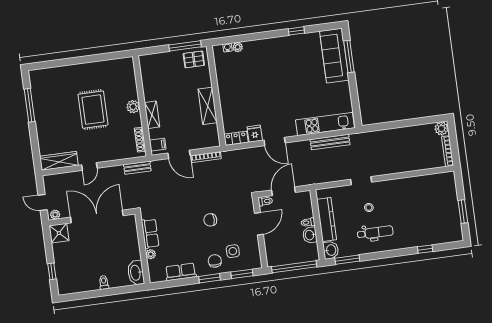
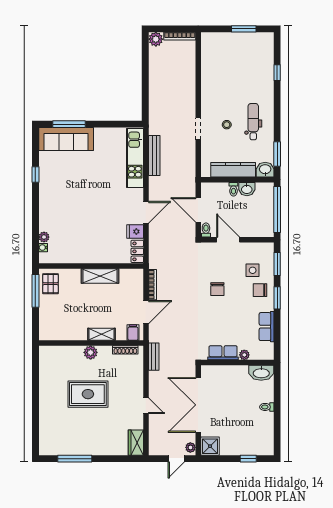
wardrobe: (59, 161) -> (136, 443), width x0.67

